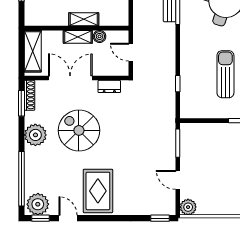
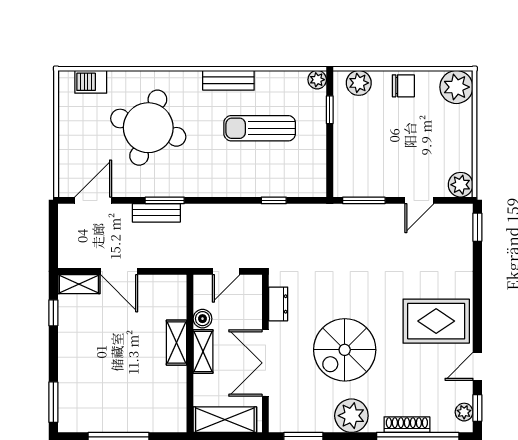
shoe rack: (30, 95) -> (407, 425), moved
plant: (38, 204) -> (464, 412), width x0.53, depth x0.53

